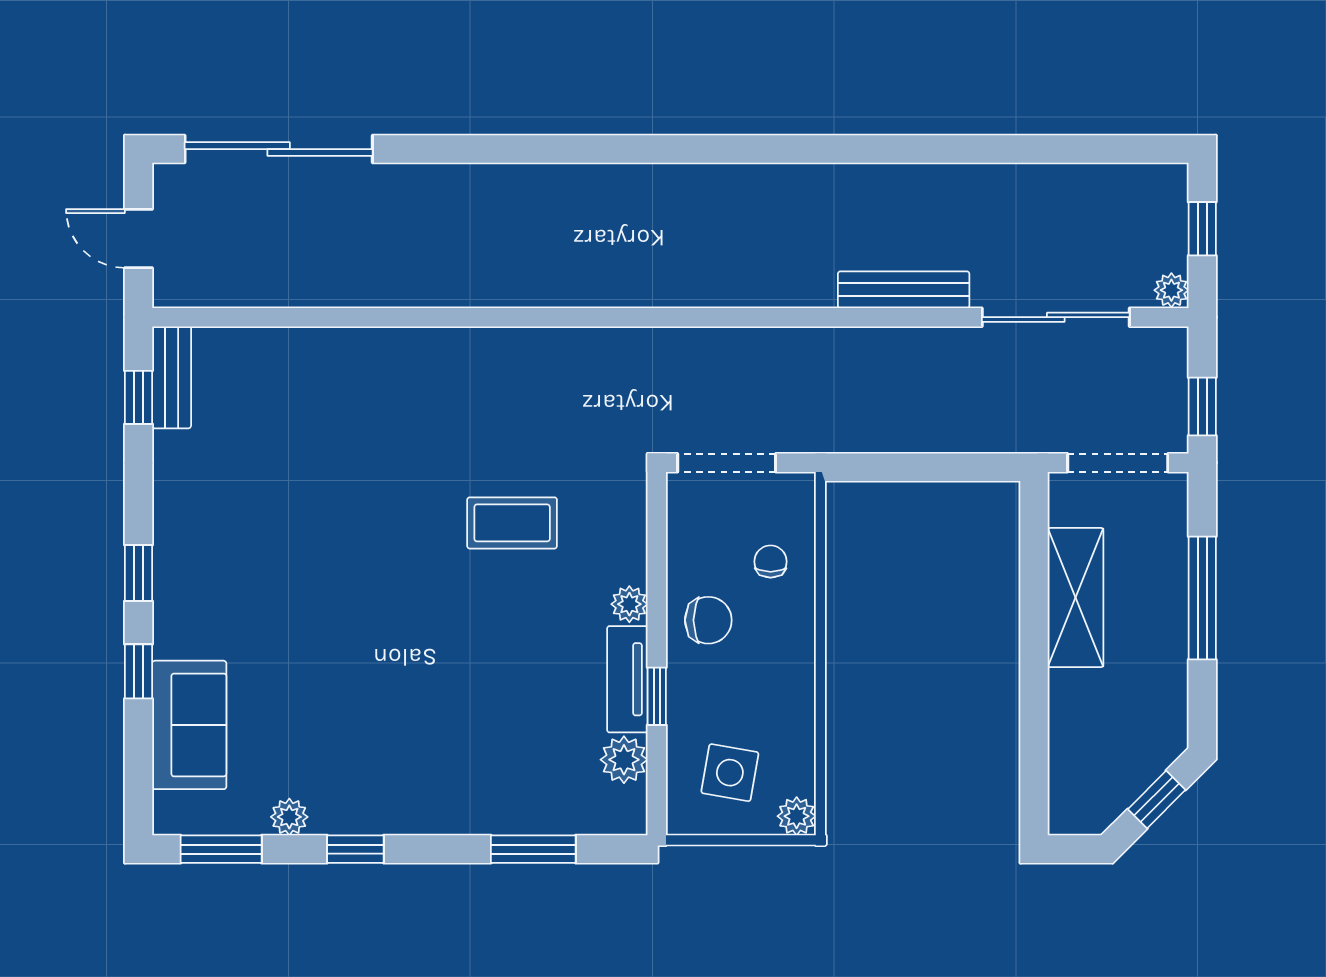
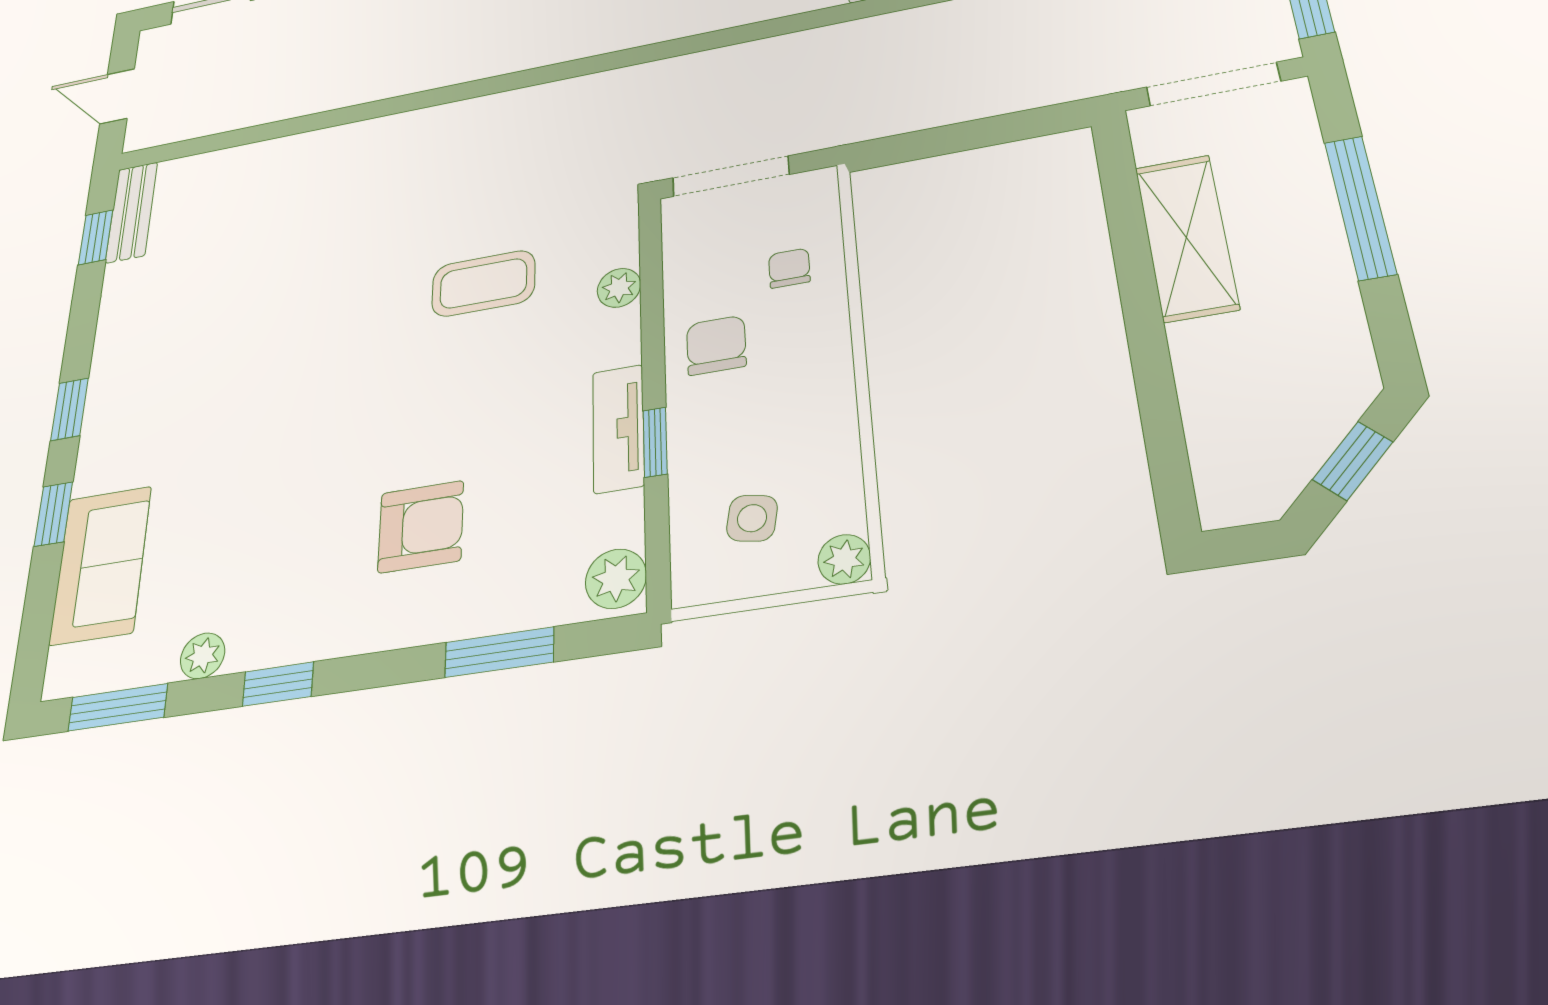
plant: (629, 604) -> (619, 288), moved
chair: (708, 620) -> (716, 345), turned -90
armchair: (466, 736) -> (421, 527), added
plant: (624, 760) -> (616, 579), moved
side table: (730, 773) -> (752, 518), width x0.73, depth x0.73

